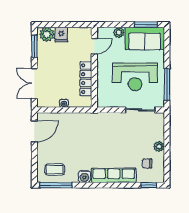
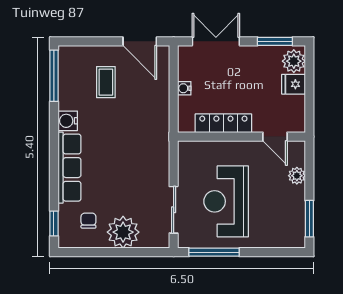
sofa: (145, 38) -> (287, 217), removed
plant: (159, 146) -> (123, 232), width x1.88, depth x1.88
coffee table: (55, 170) -> (106, 82), moved

